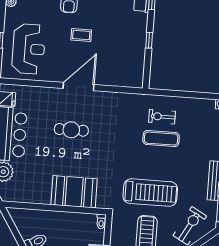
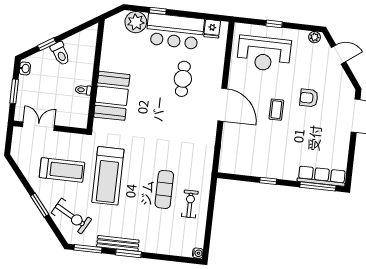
exercise bike: (162, 117) -> (190, 204), moved
cafe table: (71, 130) -> (183, 79), moved
toilet: (101, 221) -> (83, 90), moved

